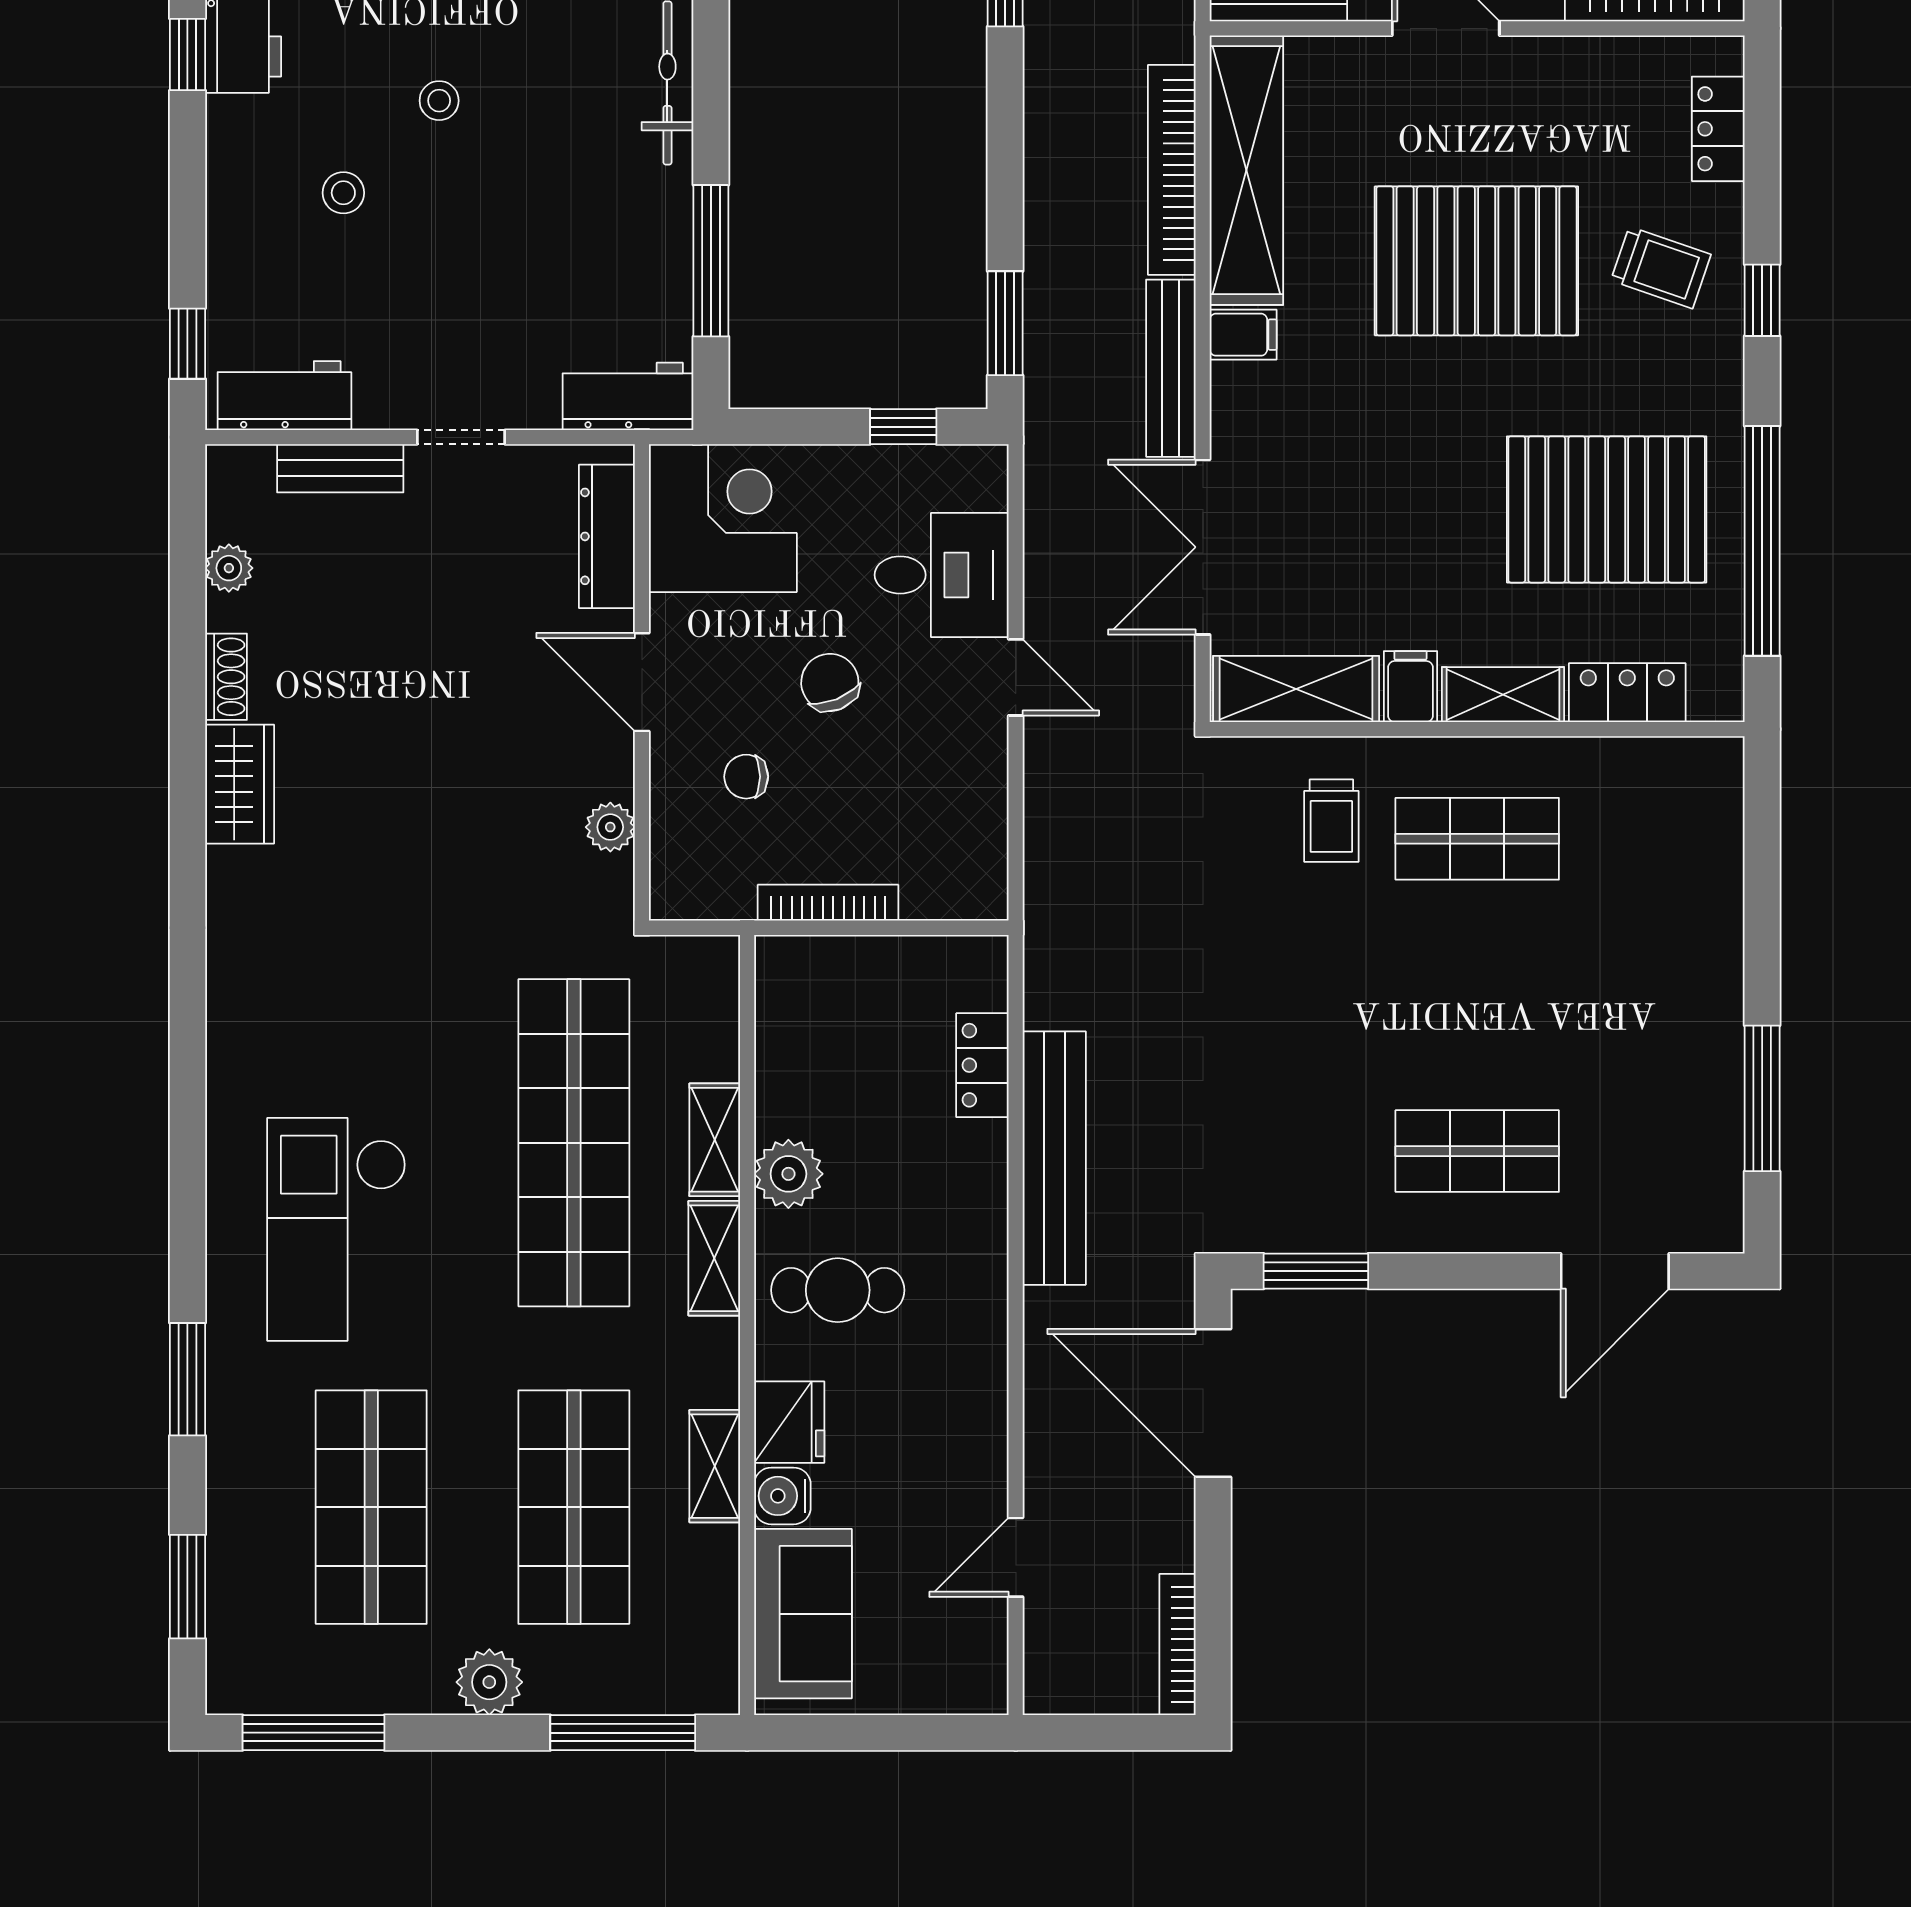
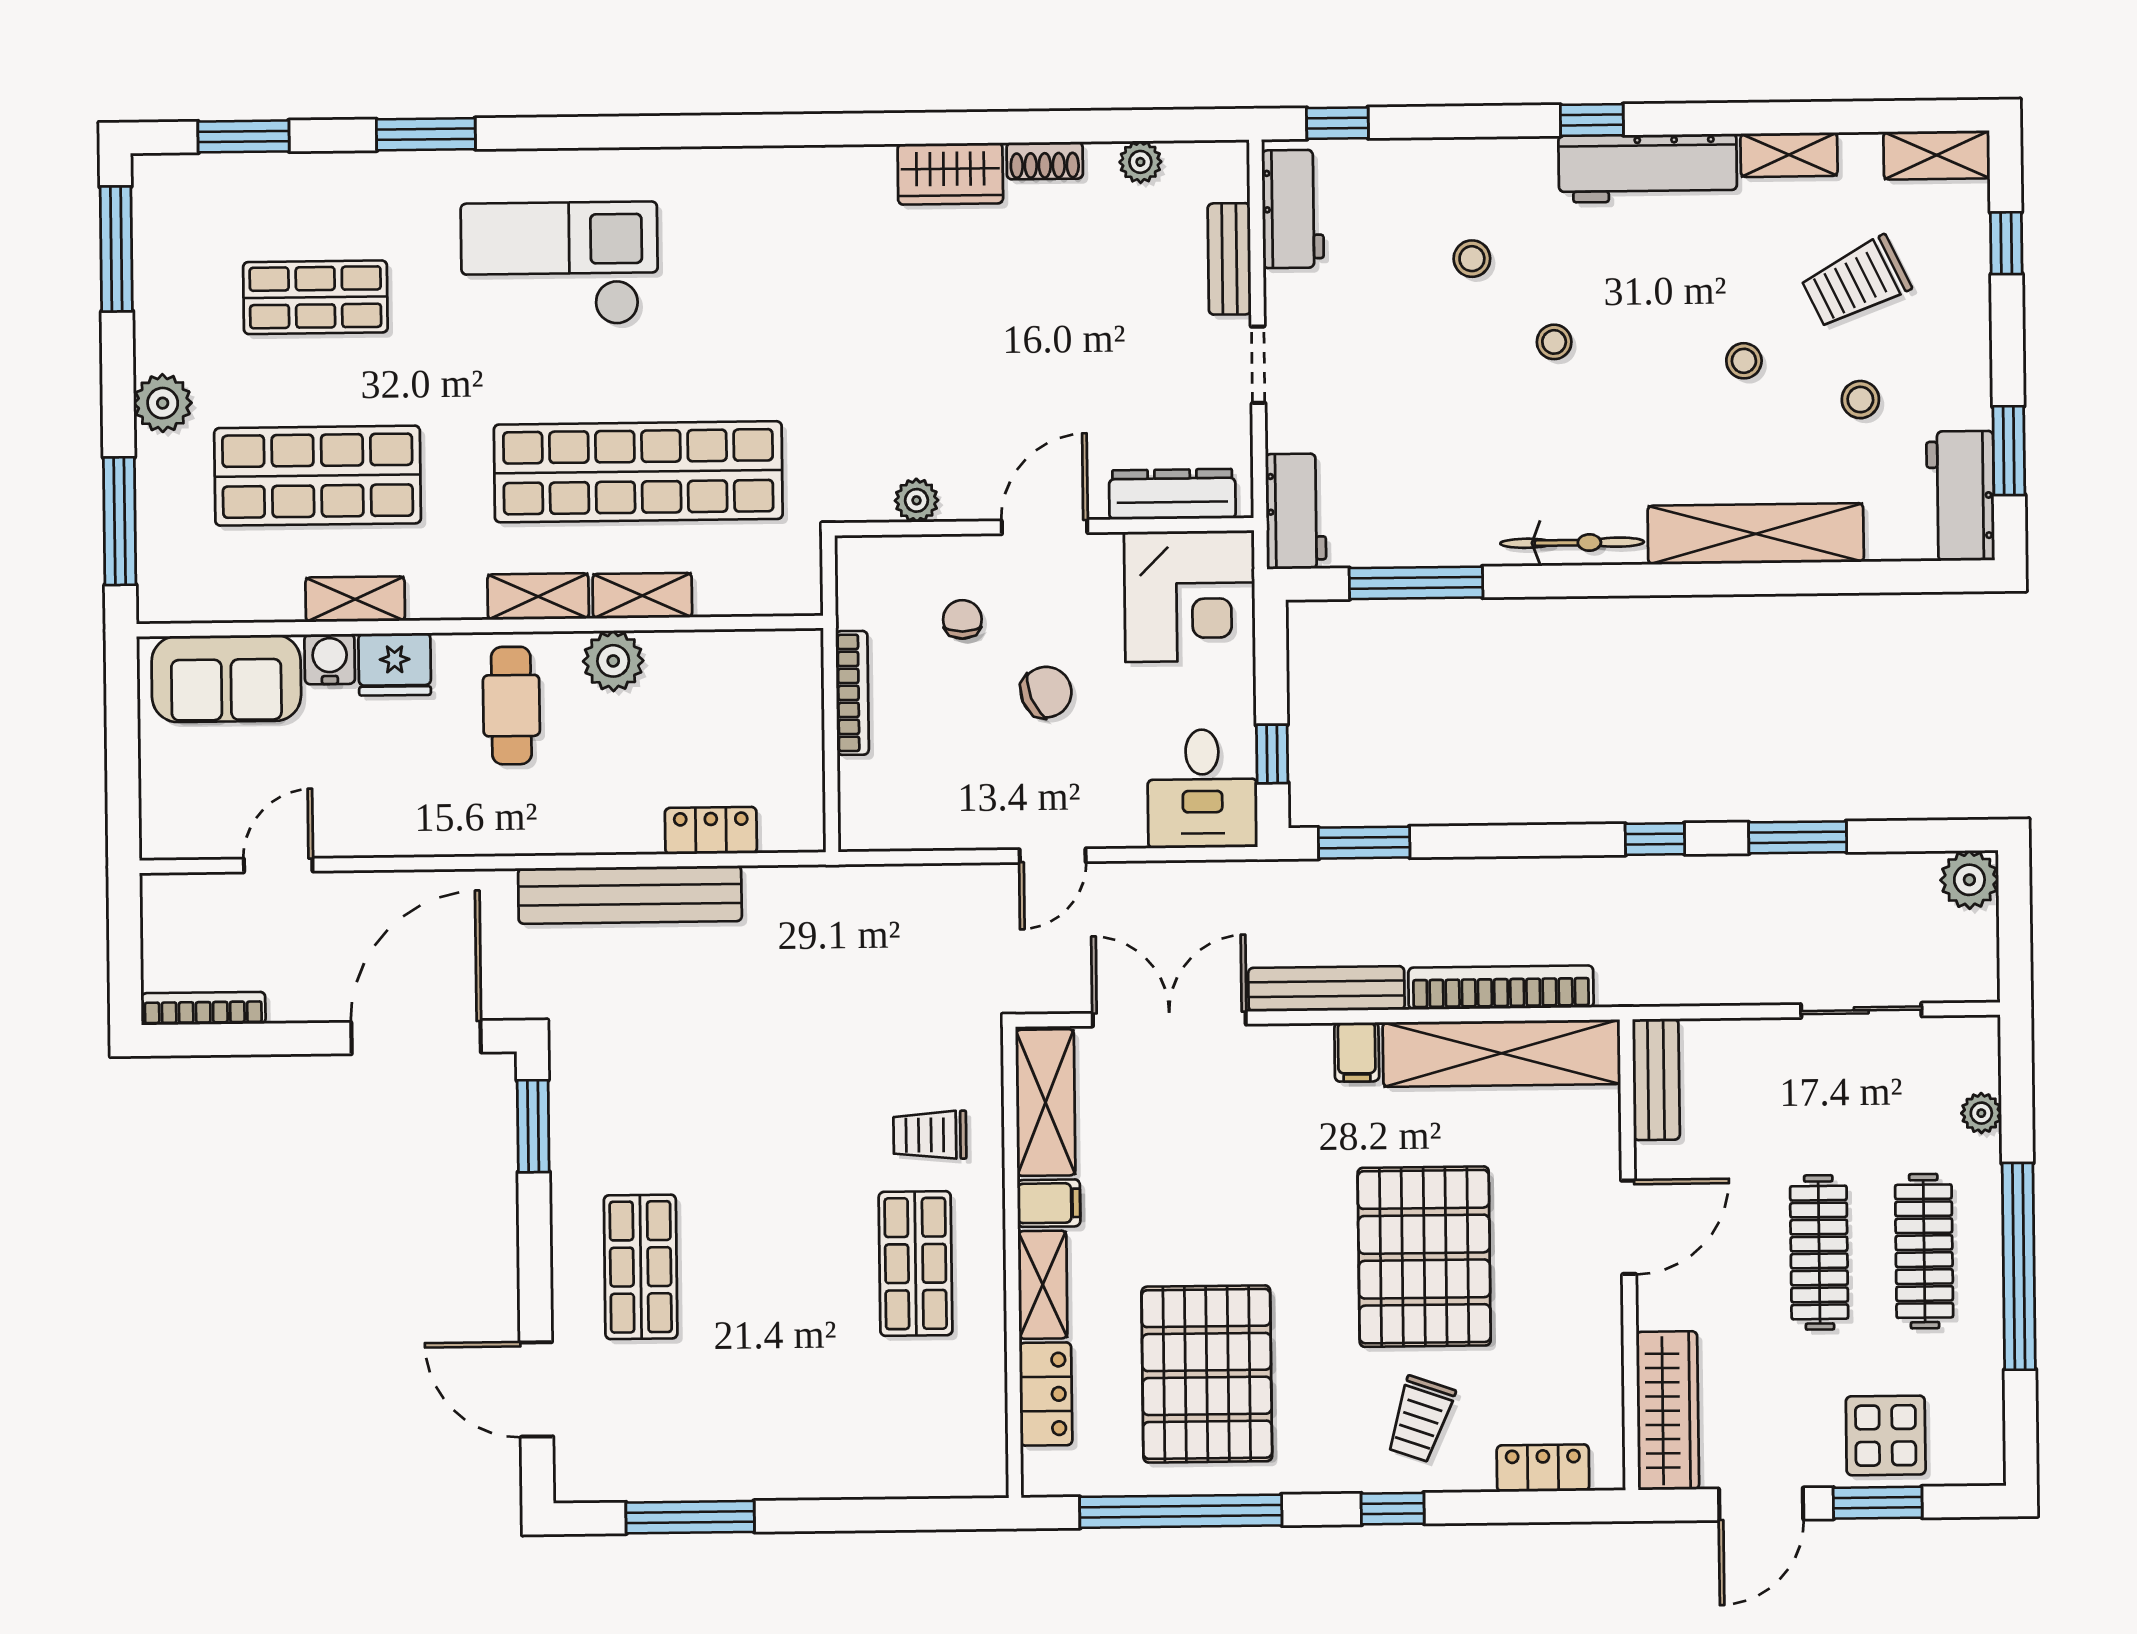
desk: (942, 575) -> (1202, 789), moved
shop shelf: (371, 1507) -> (315, 297), width x0.70, depth x0.74
door: (1016, 1557) -> (278, 865), hinge flipped

